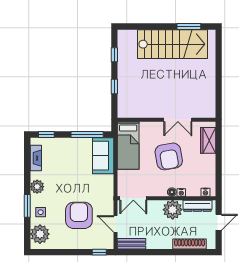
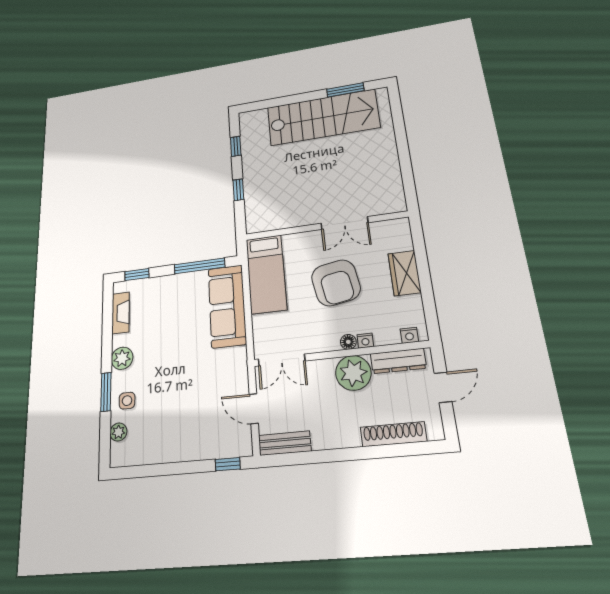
wardrobe: (208, 140) -> (404, 273), moved
sofa: (103, 156) -> (227, 306), width x1.36
armchair: (79, 215) -> (190, 400), removed
plant: (40, 234) -> (118, 432), width x0.53, depth x0.53

